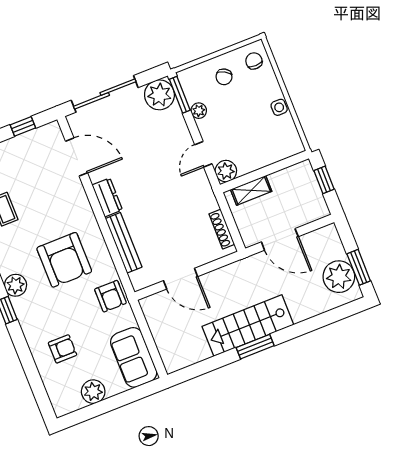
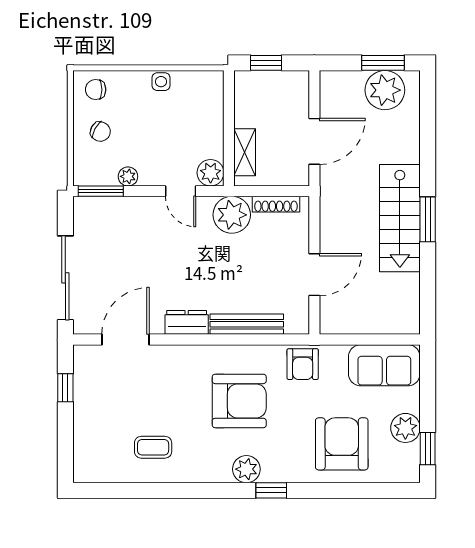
plant: (159, 95) -> (232, 215), moved
armchair: (110, 296) -> (303, 364), turned 90
armchair: (63, 349) -> (342, 444), width x1.88, depth x1.88
window: (84, 414) -> (428, 449), added

